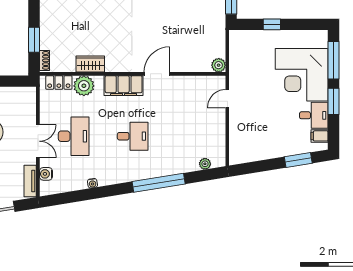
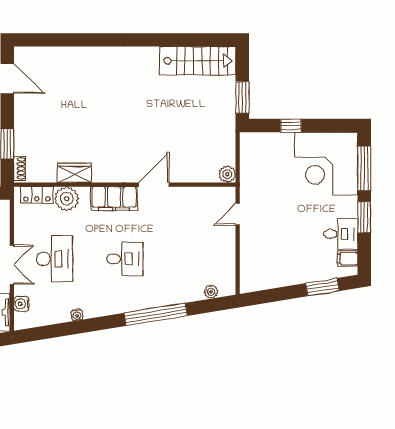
corner desk: (302, 75) -> (326, 164), moved

